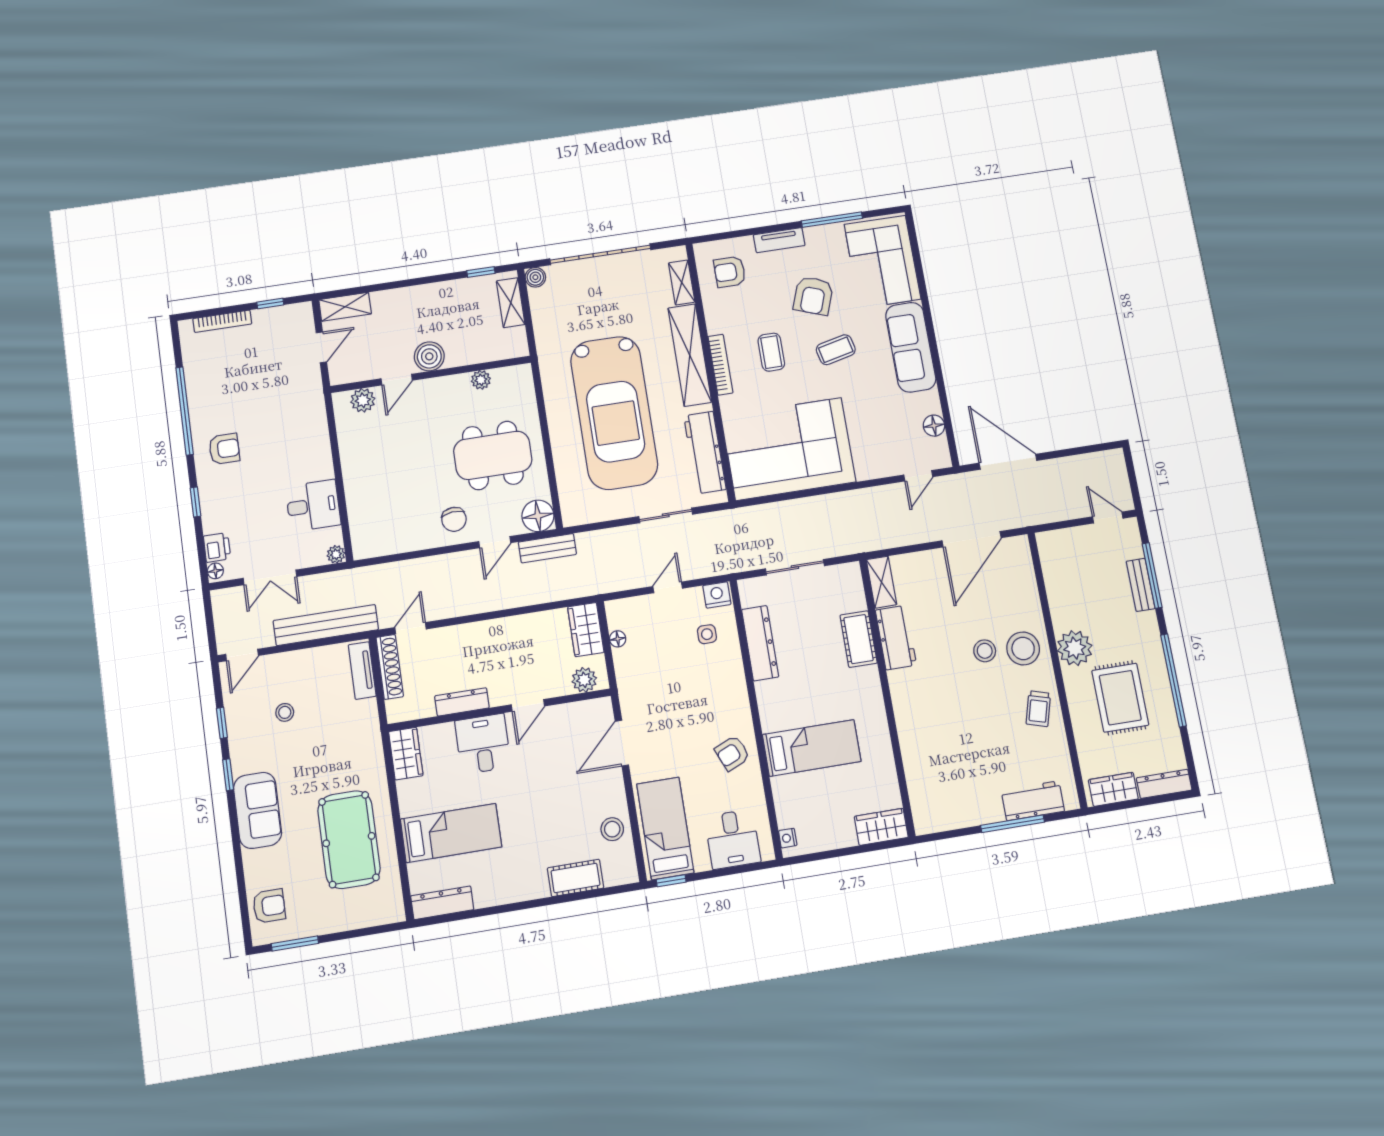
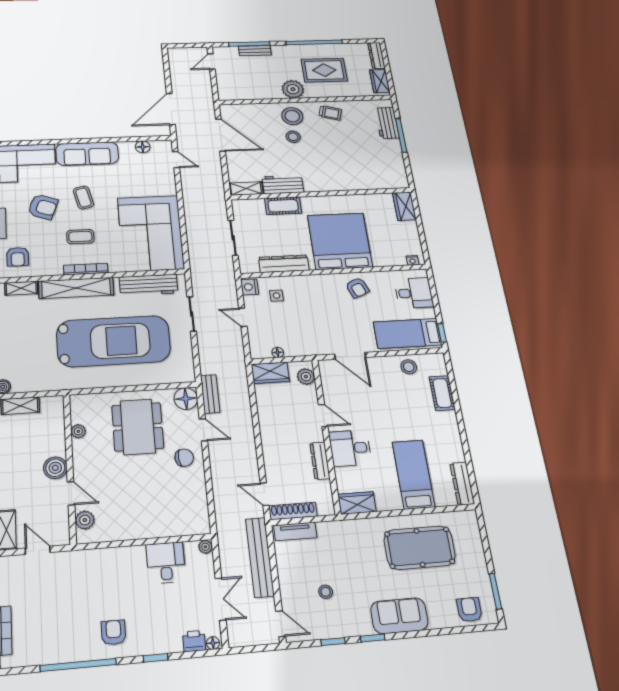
bed: (812, 748) -> (340, 241), width x2.04

